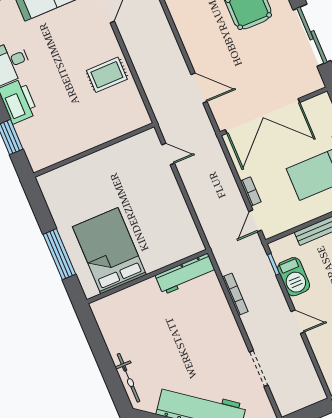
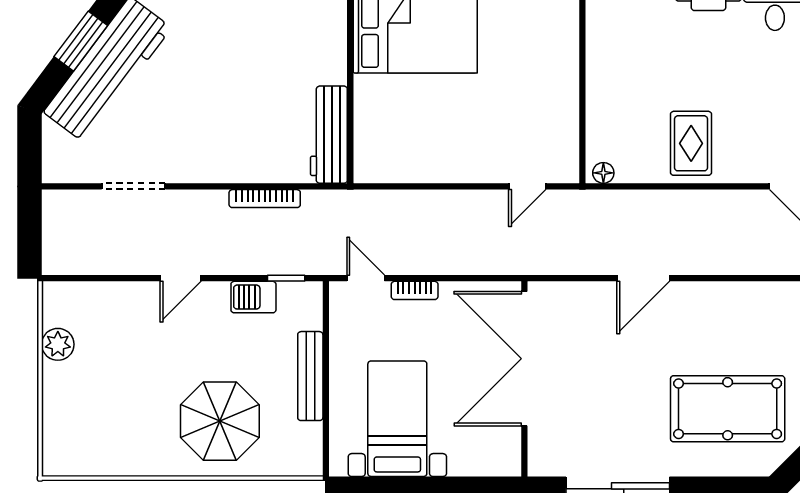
door: (199, 88) -> (643, 278), moved
floor lamp: (143, 116) -> (603, 173), added
barbecue: (294, 277) -> (253, 297), width x0.73, depth x0.79

